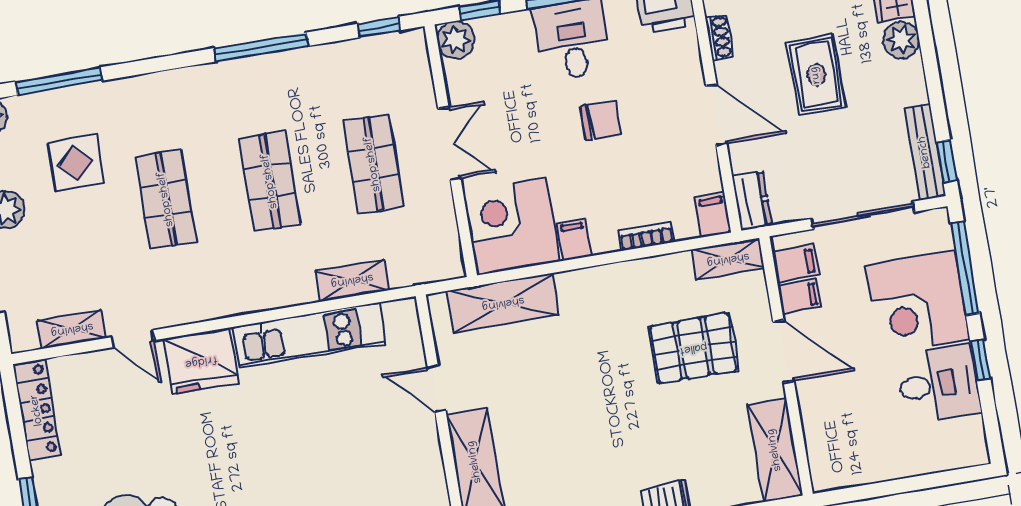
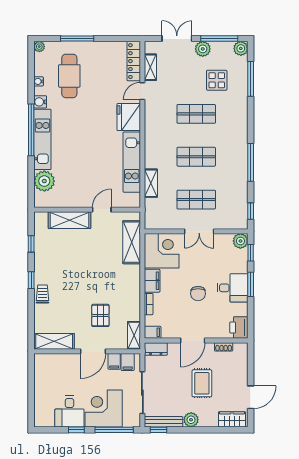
plant: (901, 40) -> (191, 420), moved
rug: (816, 75) -> (202, 383), turned 90
filing cabinet: (574, 240) -> (152, 281), width x2.00
pallet: (693, 348) -> (100, 315), width x0.67, depth x0.71
locker: (37, 410) -> (134, 61), moved, turned 90

